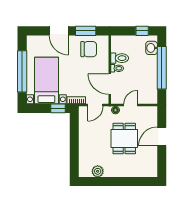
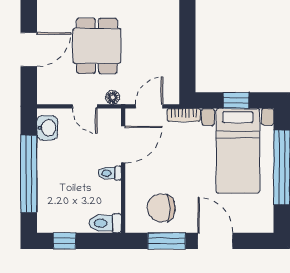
washbasin: (152, 48) -> (47, 128), moved
toilet: (120, 58) -> (105, 223), moved
door: (110, 84) -> (123, 144), hinge flipped
door: (131, 105) -> (85, 106), hinge flipped
window: (58, 108) -> (236, 100), moved

